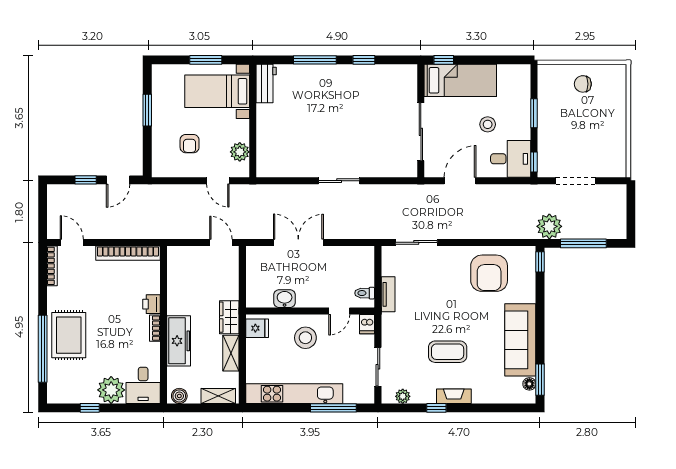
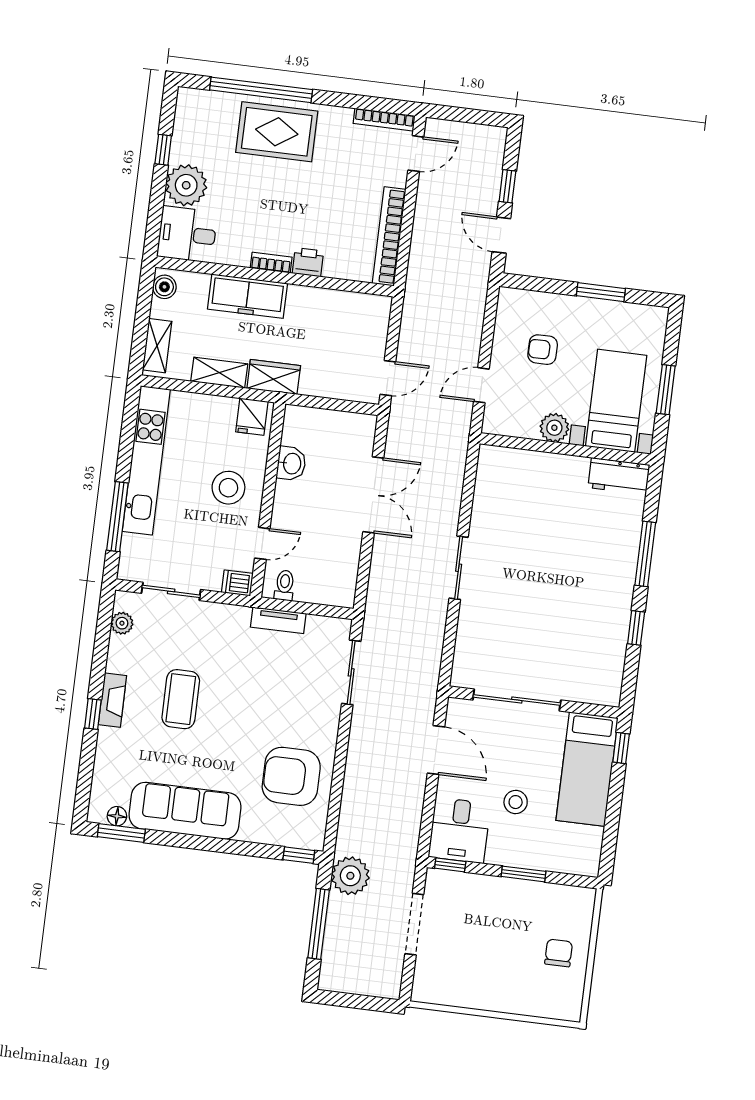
plant: (240, 152) -> (554, 428), moved
door: (339, 311) -> (262, 543), swing flipped
window: (436, 408) -> (93, 714), moved

